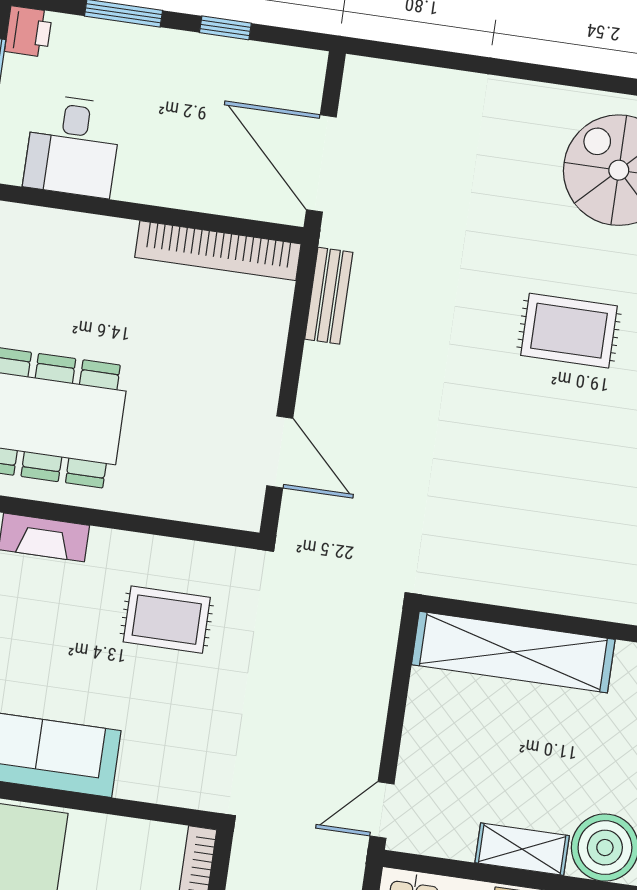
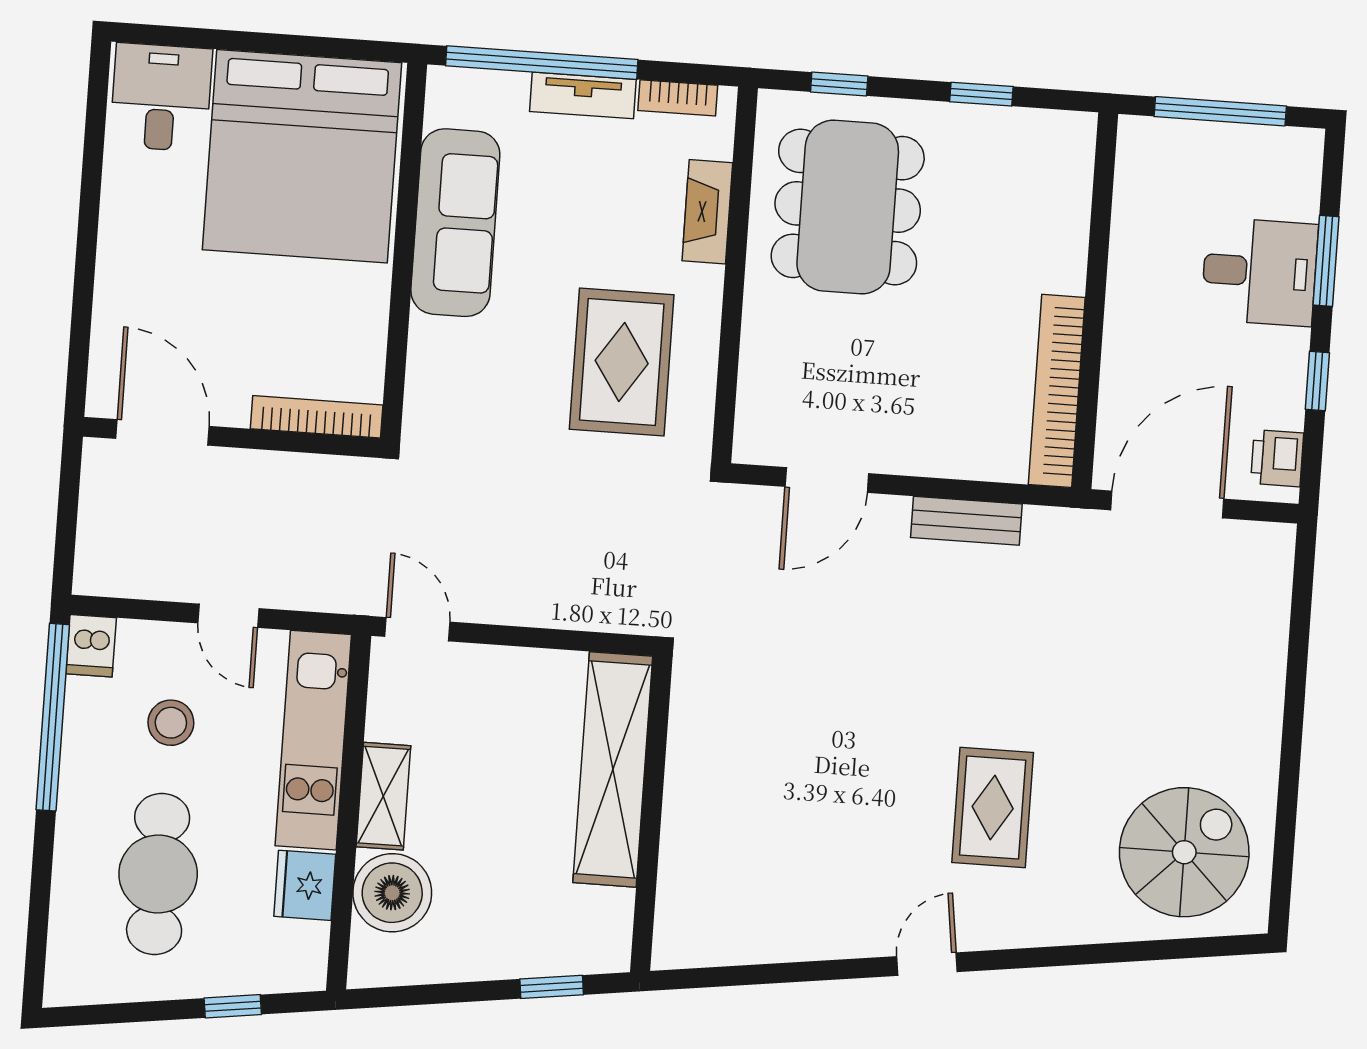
printer: (28, 32) -> (1277, 458), moved, turned 90
desk: (73, 146) -> (1259, 272), moved, turned 180
bench: (329, 296) -> (966, 521), moved
rug: (167, 620) -> (622, 362), width x1.36, depth x1.43

